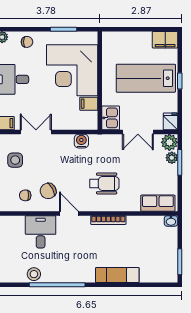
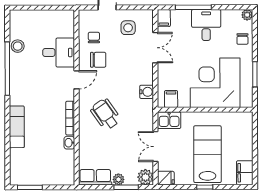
filing cabinet: (89, 104) -> (171, 99), moved
plant: (172, 158) -> (118, 179), moved
wheelchair: (104, 183) -> (106, 114), turned 145
chair: (48, 191) -> (98, 60), turned 118
row of seats: (158, 203) -> (95, 177), moved, turned -90
washbasin: (171, 221) -> (69, 143), moved

